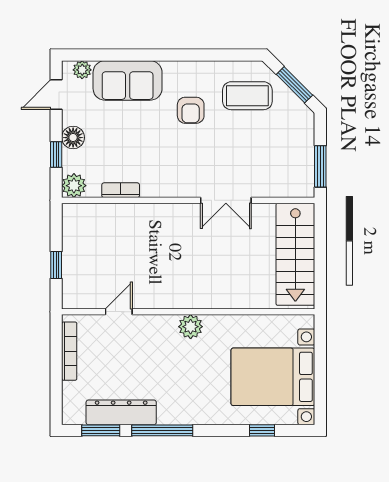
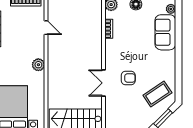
coffee table: (247, 96) -> (157, 94), turned 56
armchair: (191, 110) -> (128, 78), moved, turned 180

